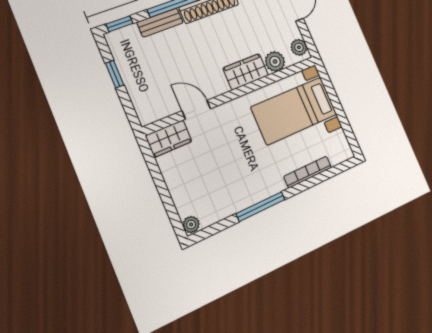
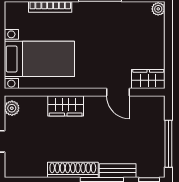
plant: (275, 61) -> (38, 105), removed
window: (115, 74) -> (168, 144), width x2.17

